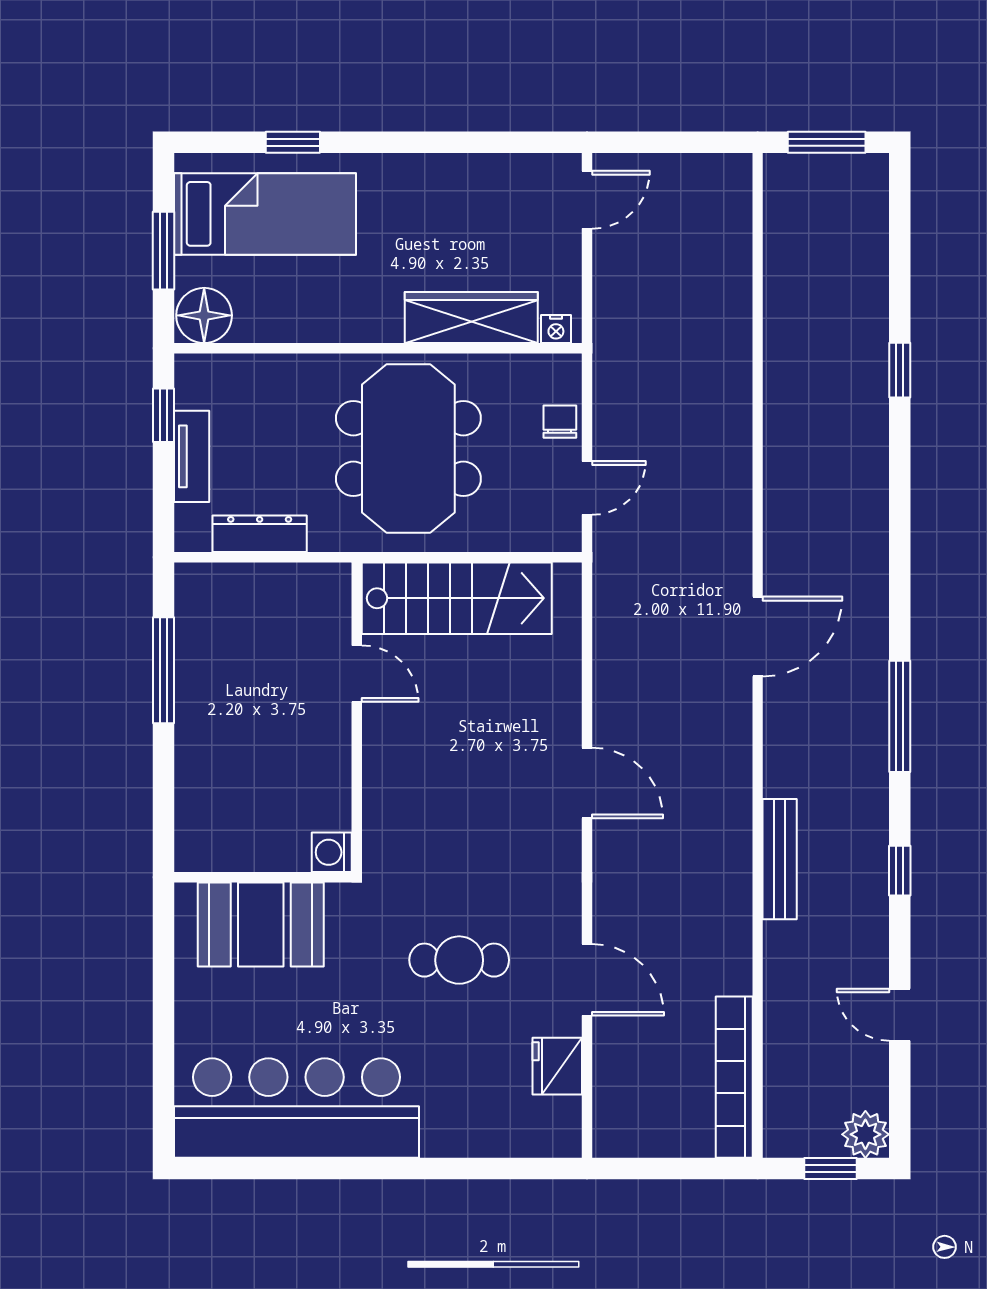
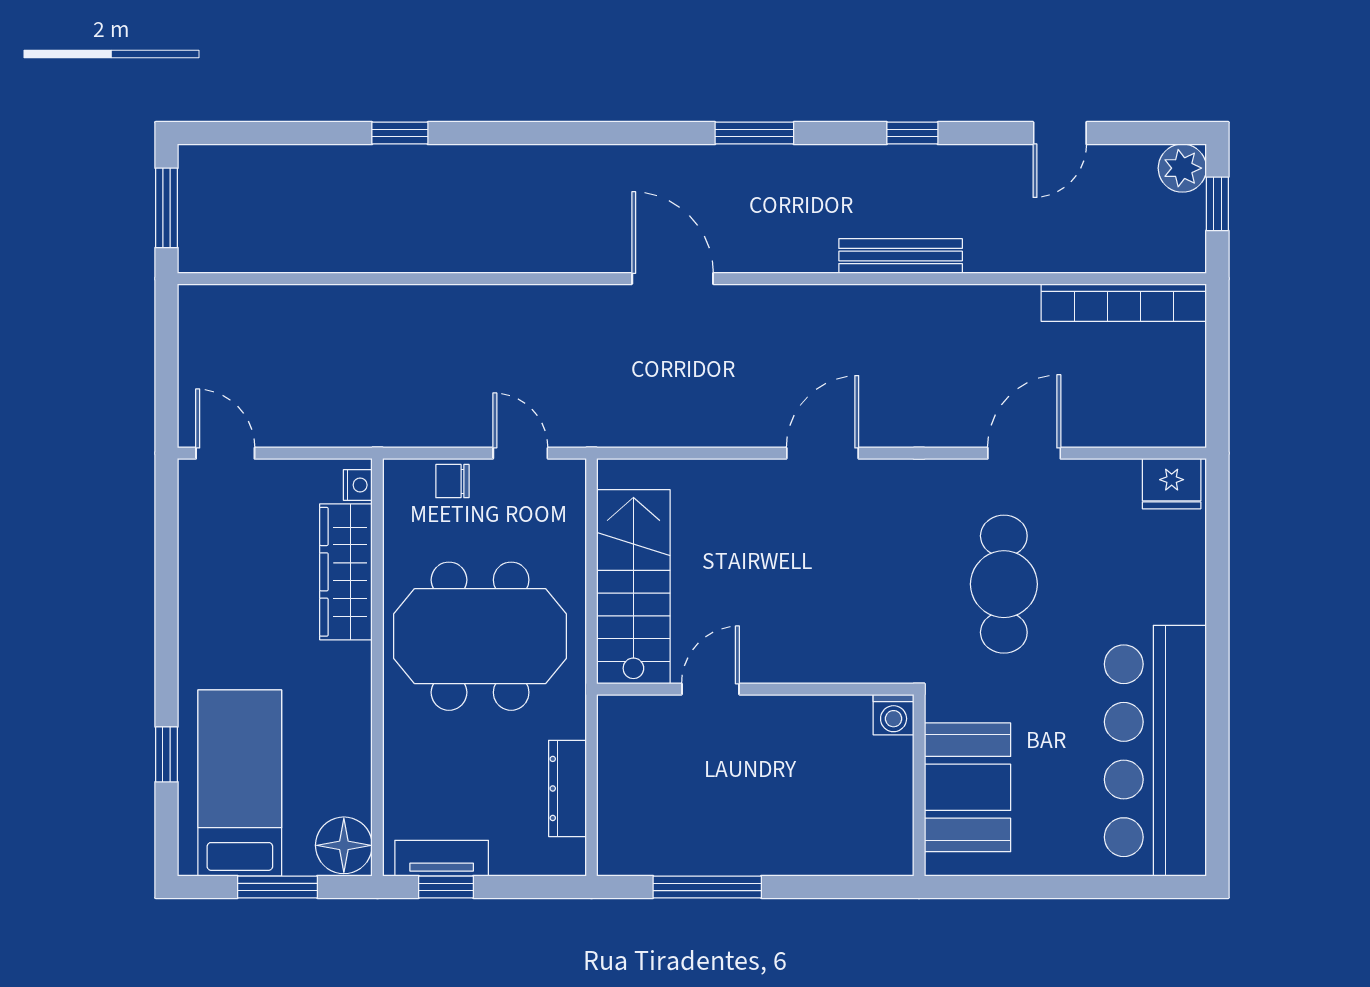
tv unit: (192, 456) -> (442, 858), moved
window: (900, 716) -> (754, 133), width x0.69
cafe table: (459, 960) -> (1004, 584), width x1.37, depth x1.35
fridge: (557, 1066) -> (1172, 484), moved

